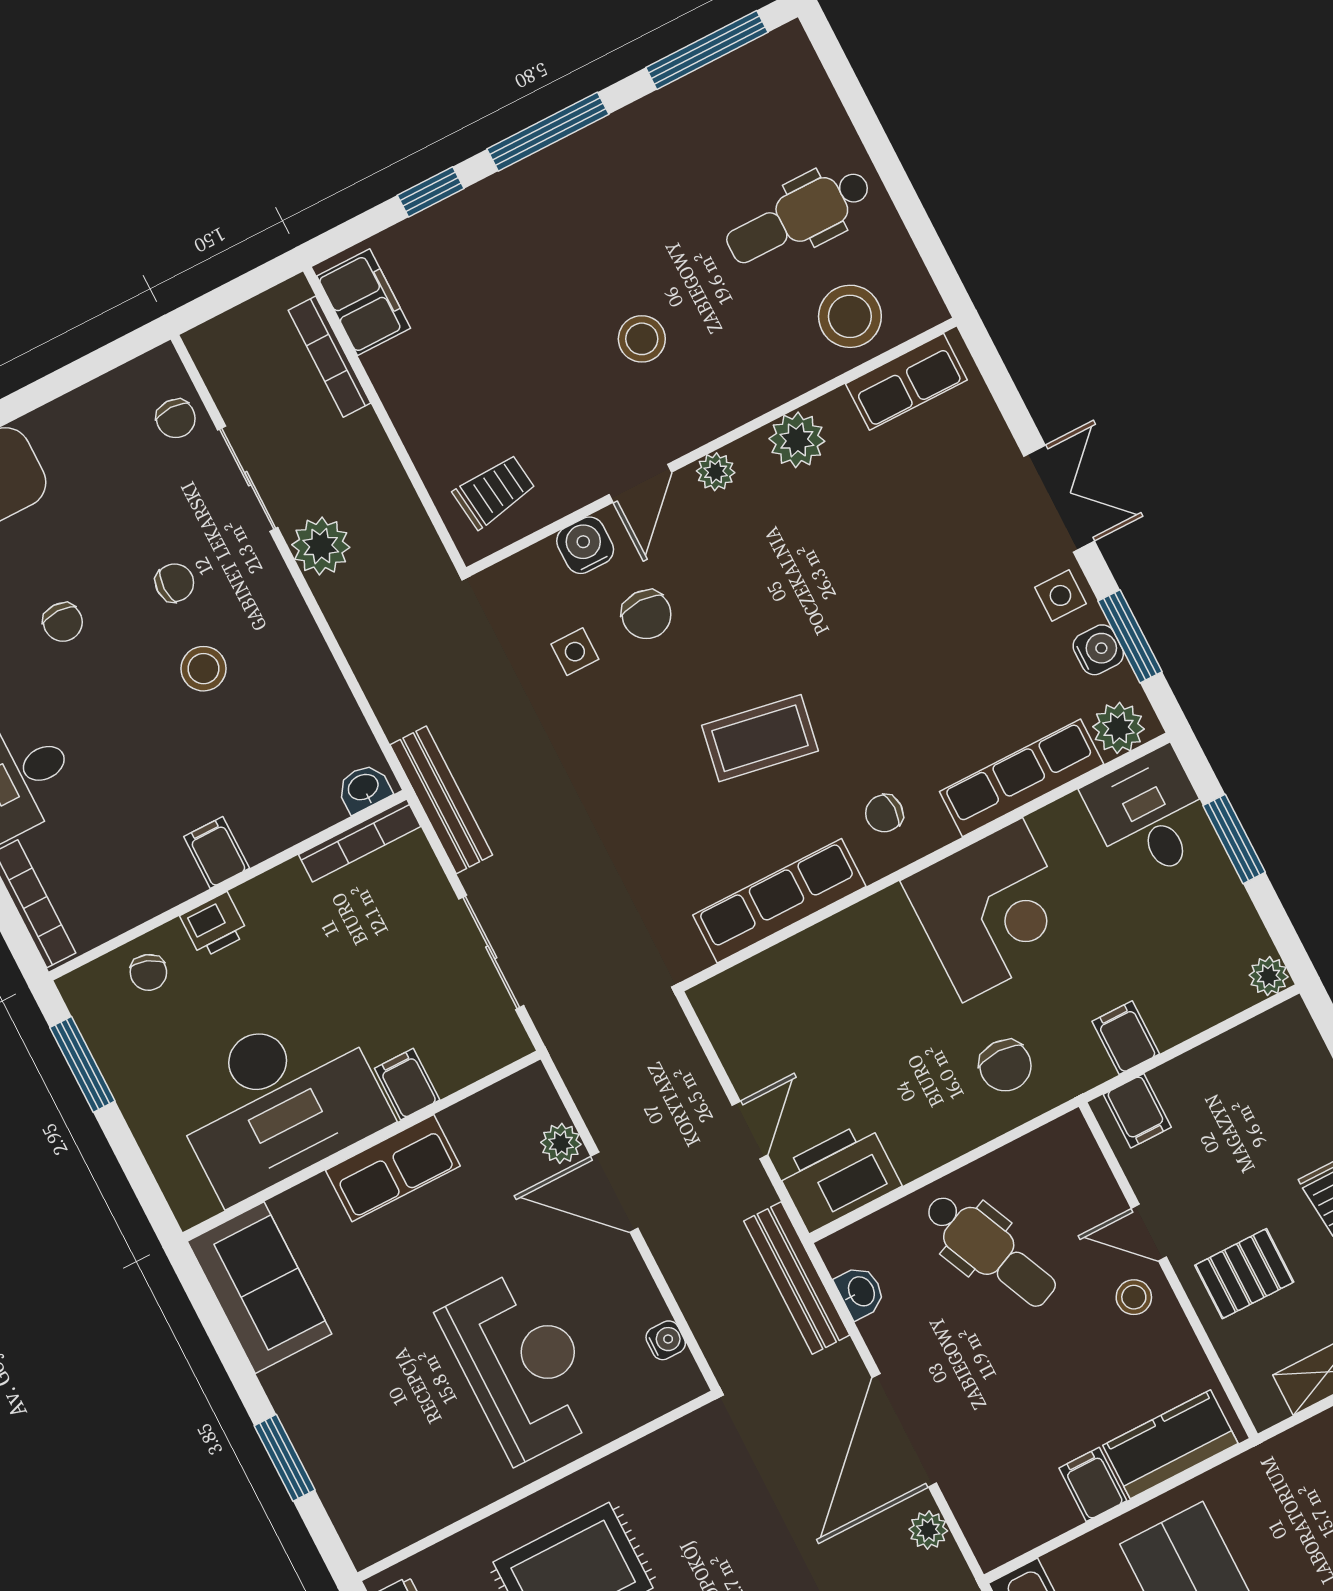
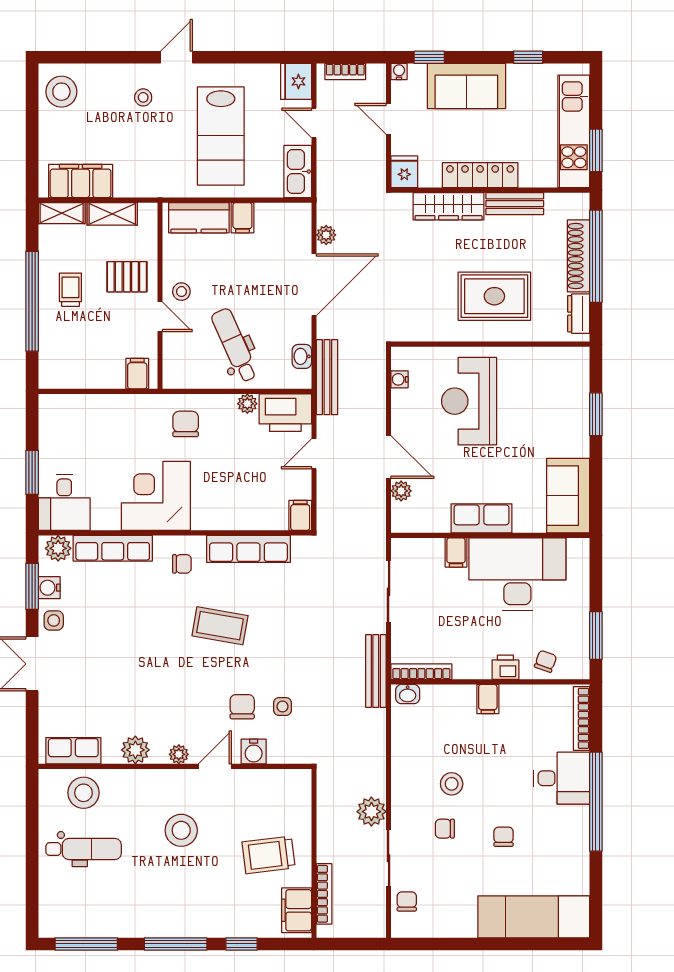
stool: (642, 339) -> (181, 830), width x1.38, depth x1.38
trolley: (494, 491) -> (269, 855), moved, width x1.36, depth x1.39
plant: (1269, 976) -> (247, 404), moved
filing cabinet: (1126, 1038) -> (300, 515), moved, turned 180

